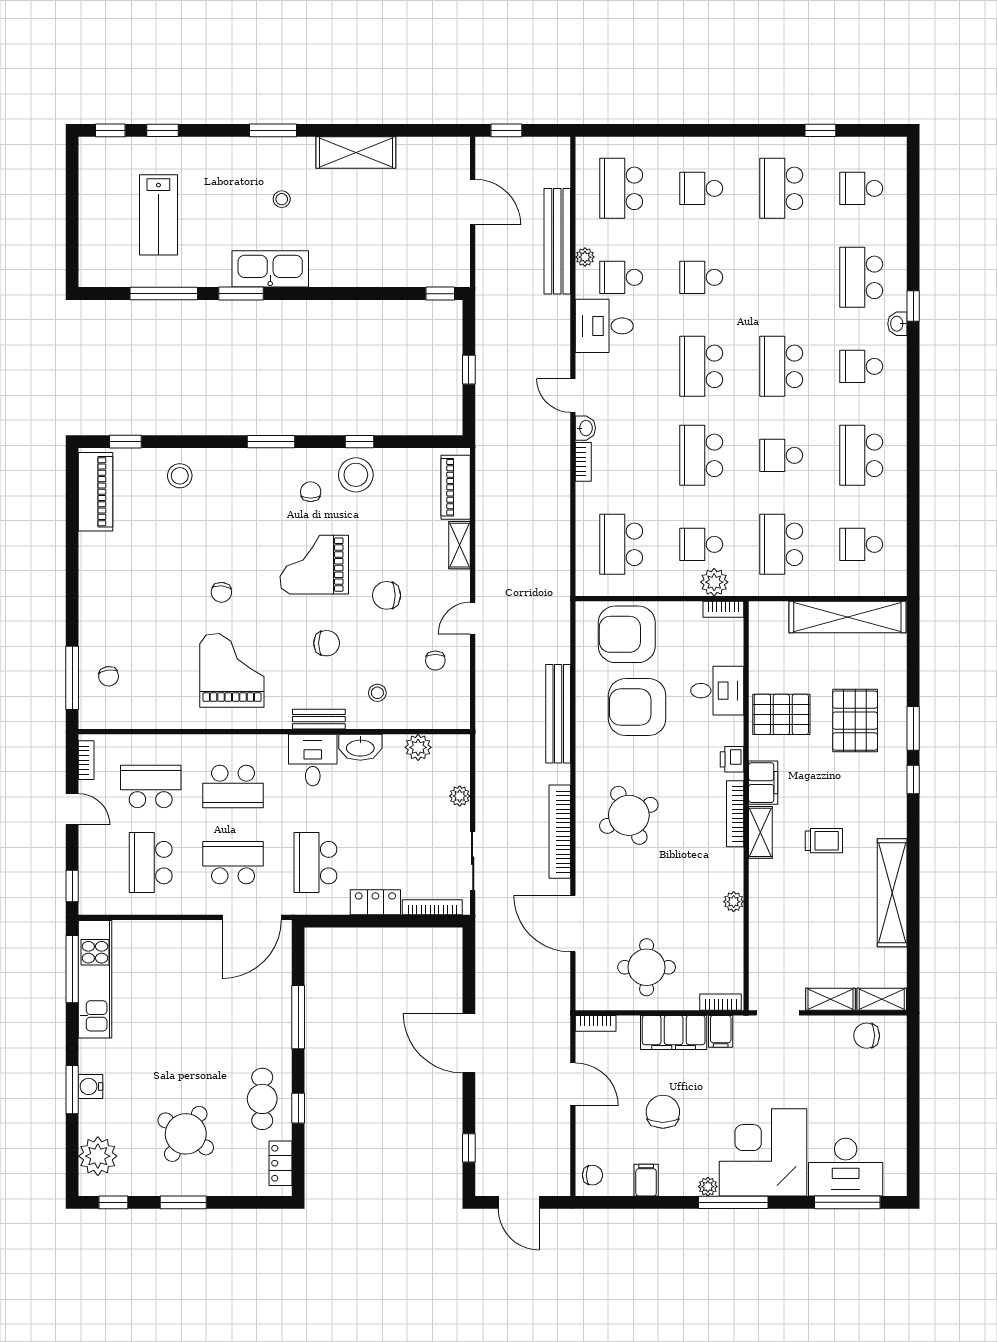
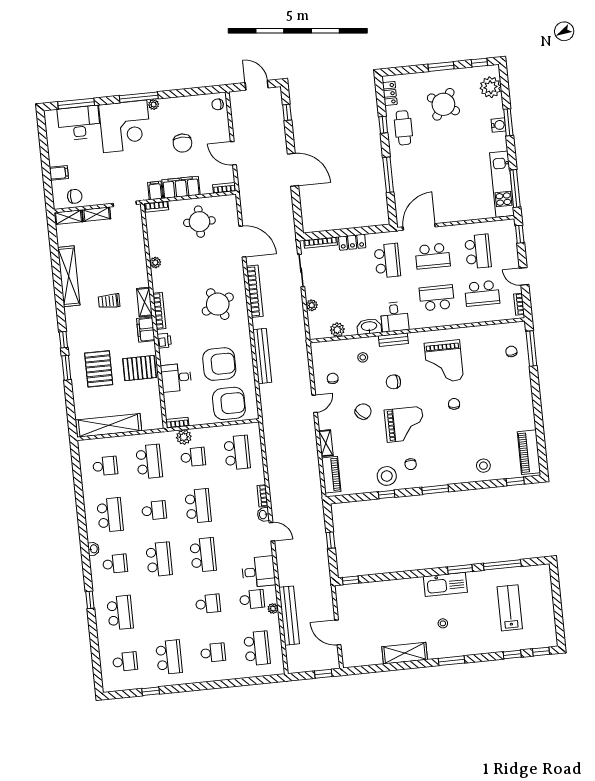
washbasin: (897, 324) -> (93, 549), moved
chair: (387, 595) -> (363, 411), turned -46
filing cabinet: (646, 1180) -> (59, 173), moved, turned -90

